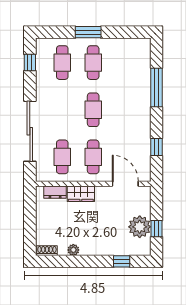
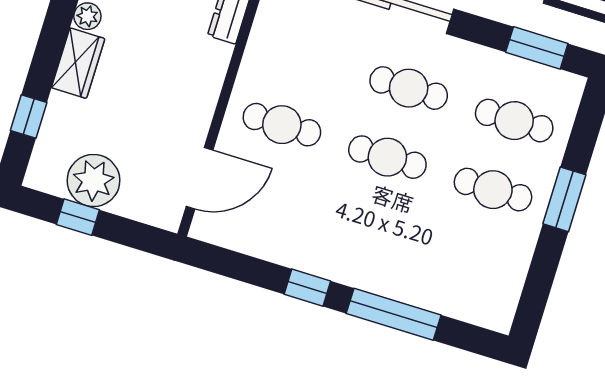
window: (30, 62) -> (537, 48), width x1.50
window: (156, 147) -> (307, 288), moved
cafe table: (62, 157) -> (409, 88), moved
wardrobe: (81, 194) -> (78, 63), moved, turned 180

